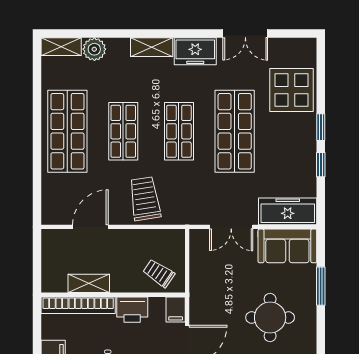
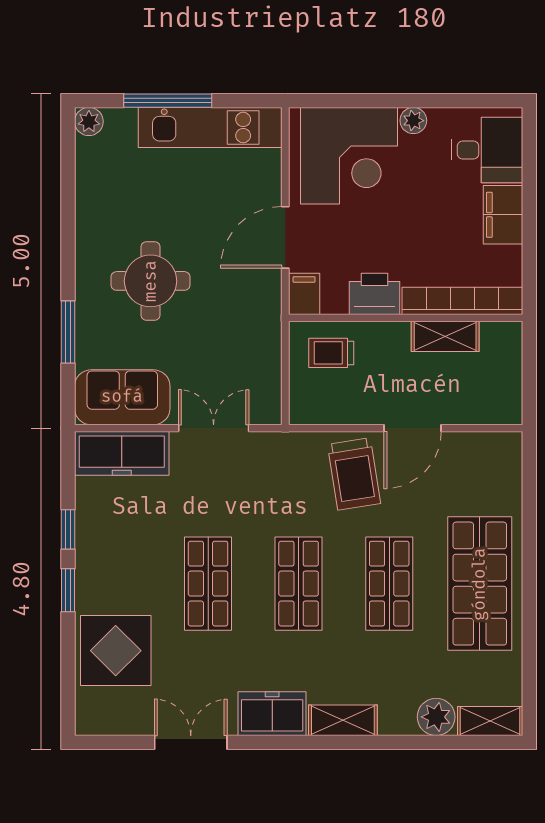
shop shelf: (235, 131) -> (208, 584), width x0.70, depth x0.74
door: (90, 227) -> (412, 428), moved
trolley: (159, 273) -> (331, 353), turned 146

